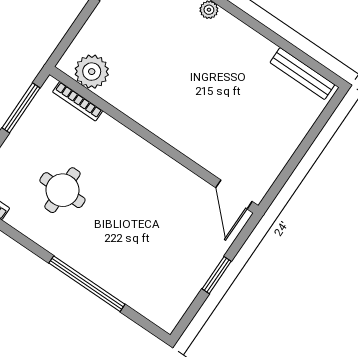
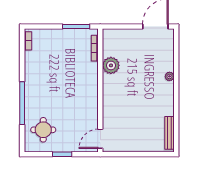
plant: (92, 72) -> (111, 65), moved
round table: (62, 190) -> (43, 130), moved

